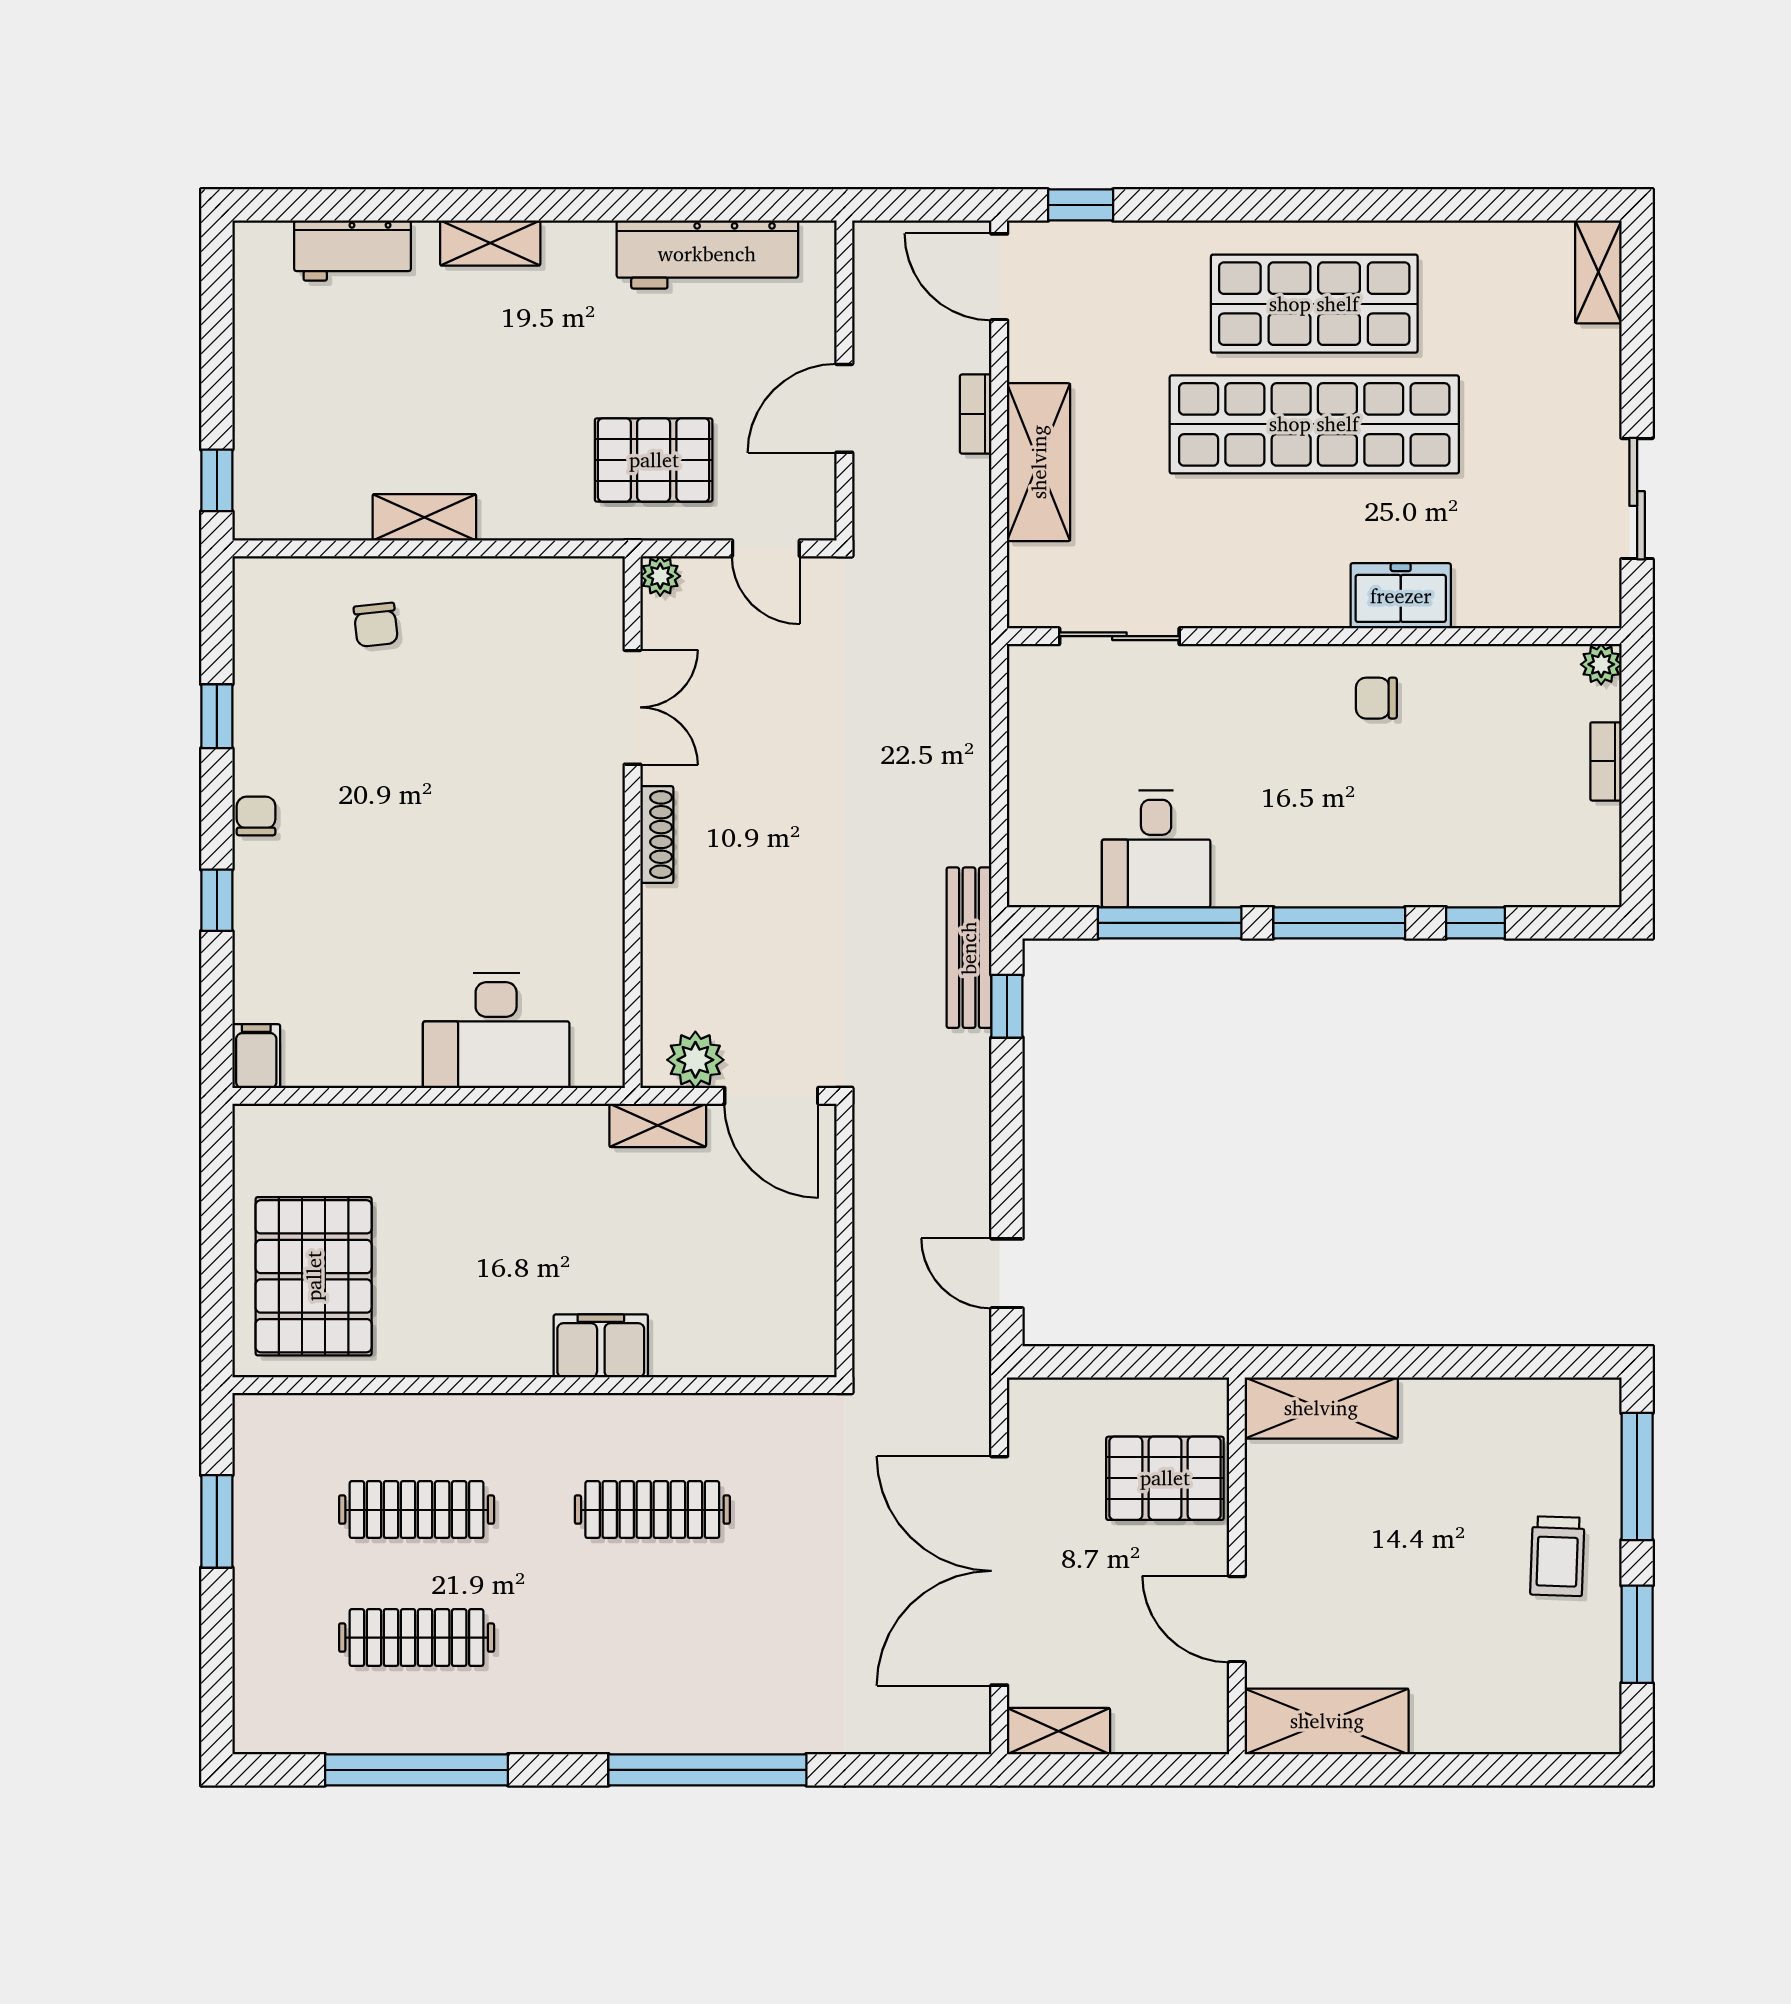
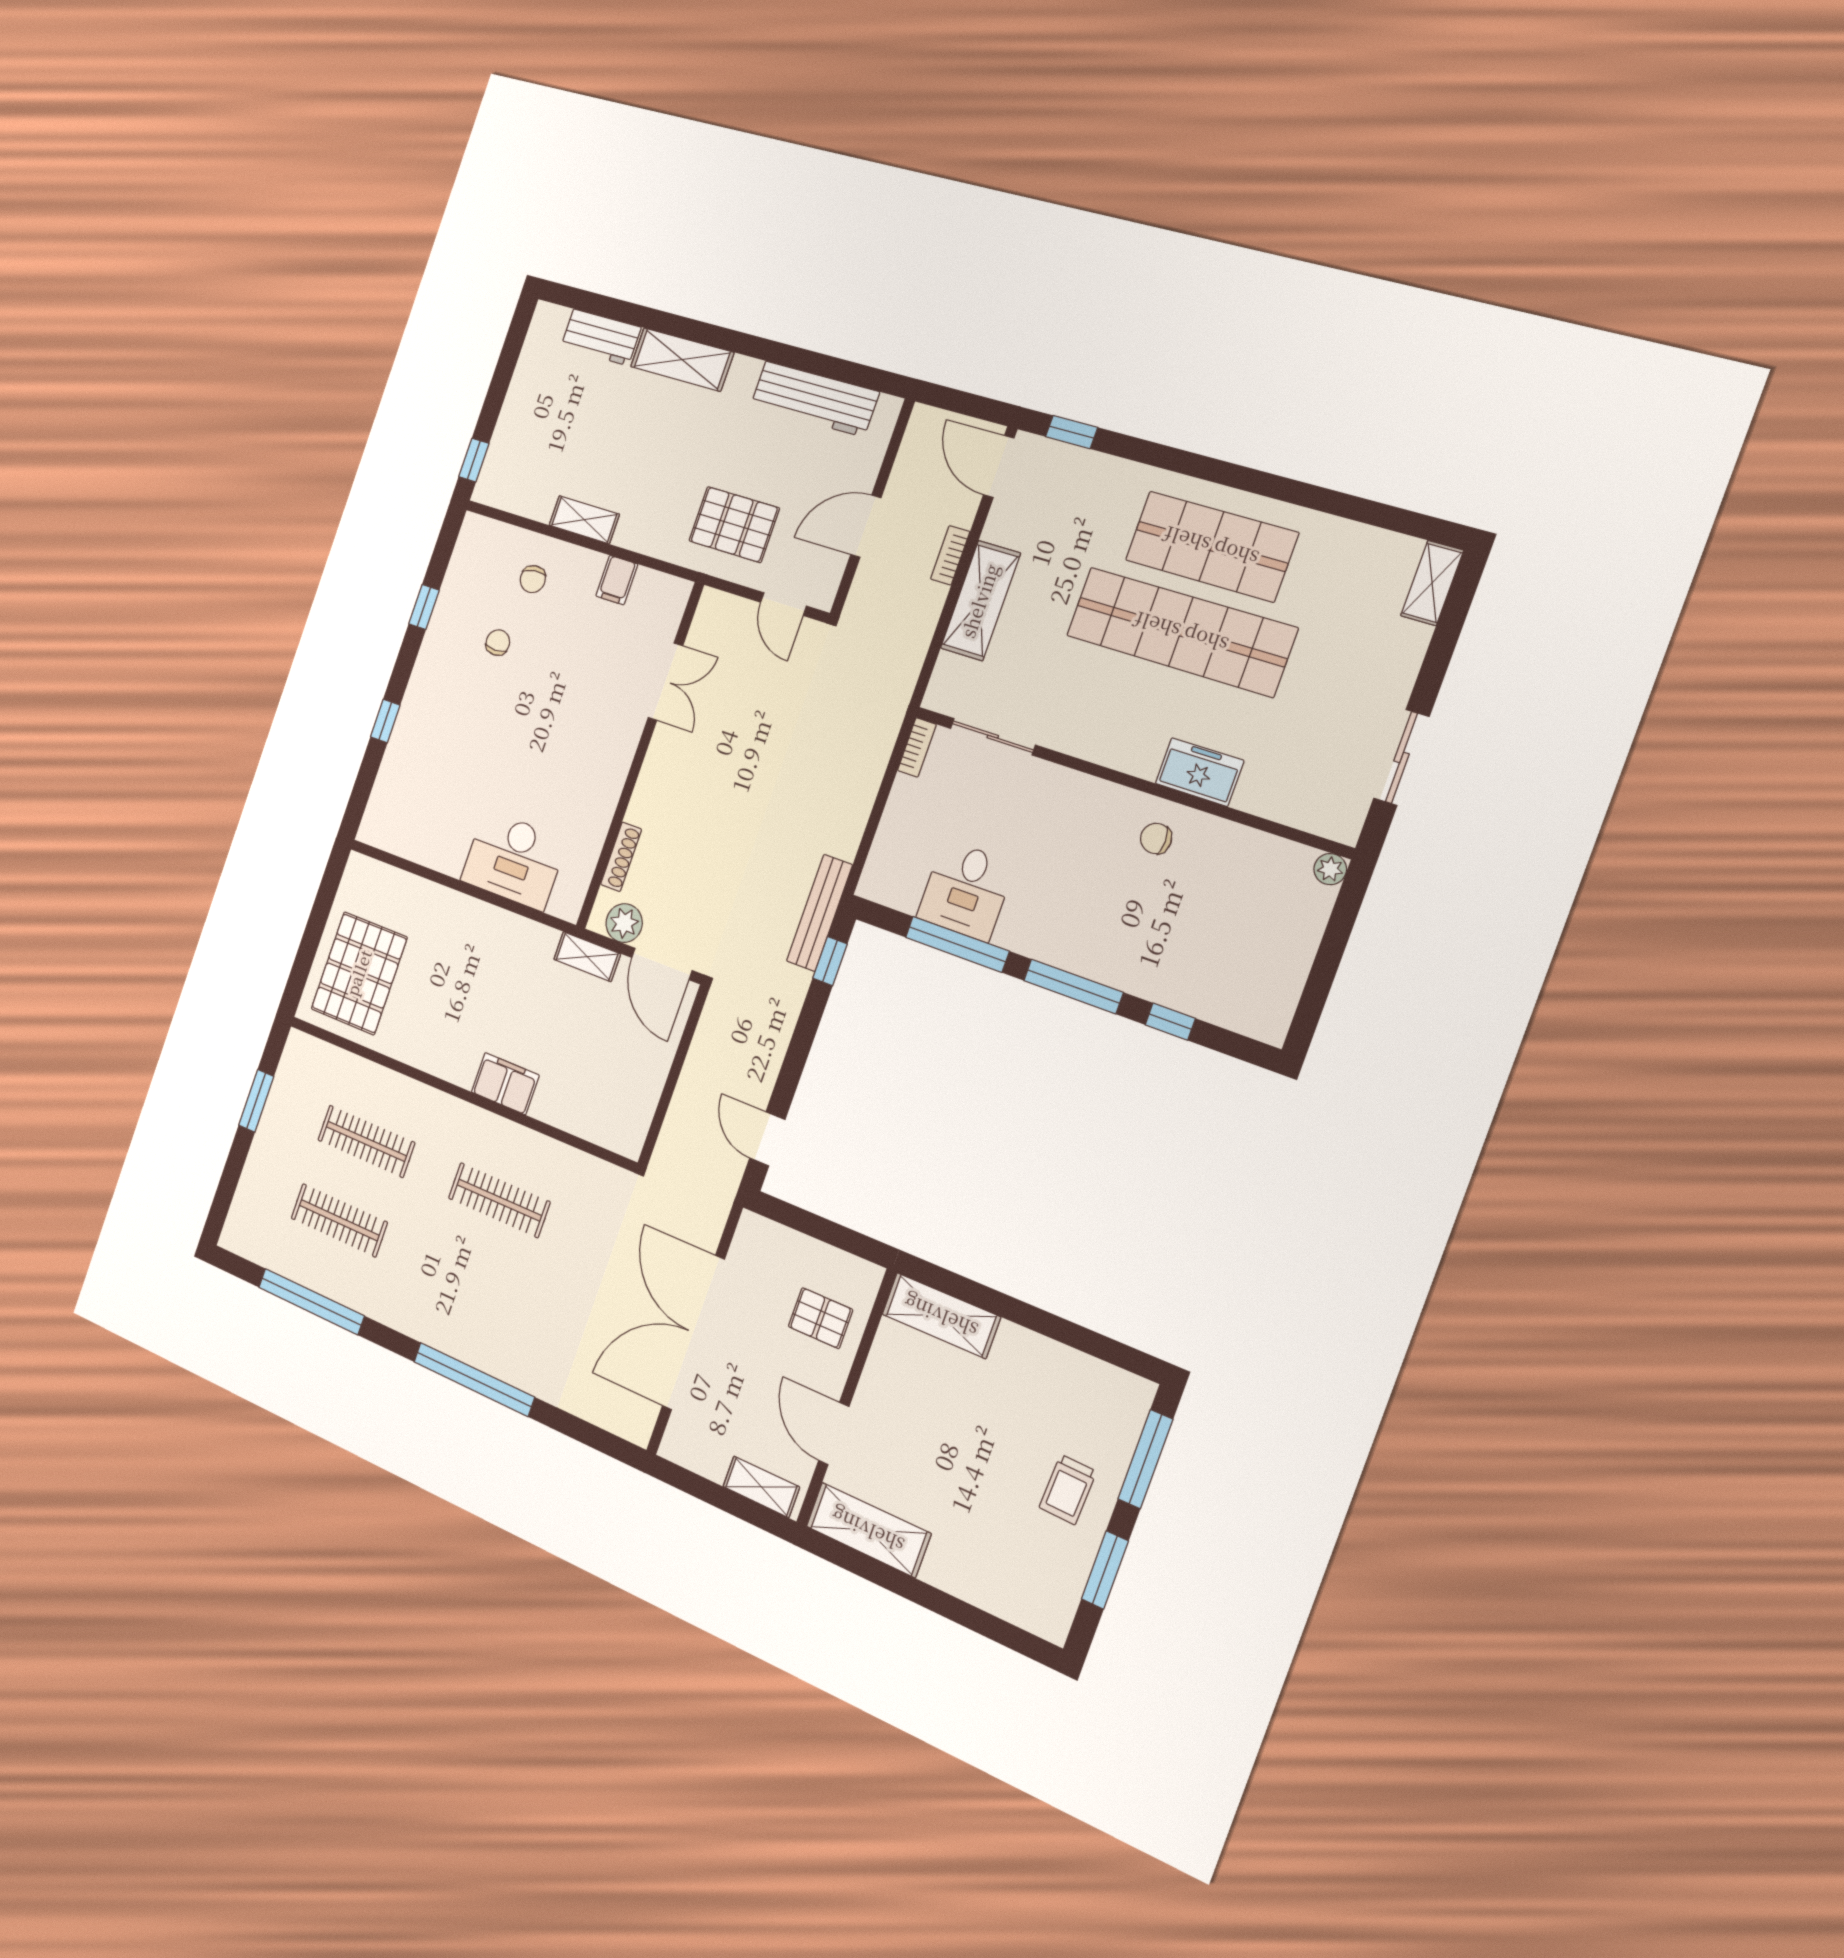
shelving: (490, 243) -> (682, 360), width x1.50, depth x1.33
plant: (660, 576) -> (712, 602), removed
bookcase: (1606, 761) -> (917, 747), moved, turned 180
chair: (256, 816) -> (498, 643), moved
shoe rack: (657, 835) -> (621, 857), moved
filing cabinet: (256, 1056) -> (617, 580), moved, turned 180
pallet: (1165, 1478) -> (821, 1318), width x0.67, depth x0.71
shelving: (1059, 1731) -> (761, 1487), moved

